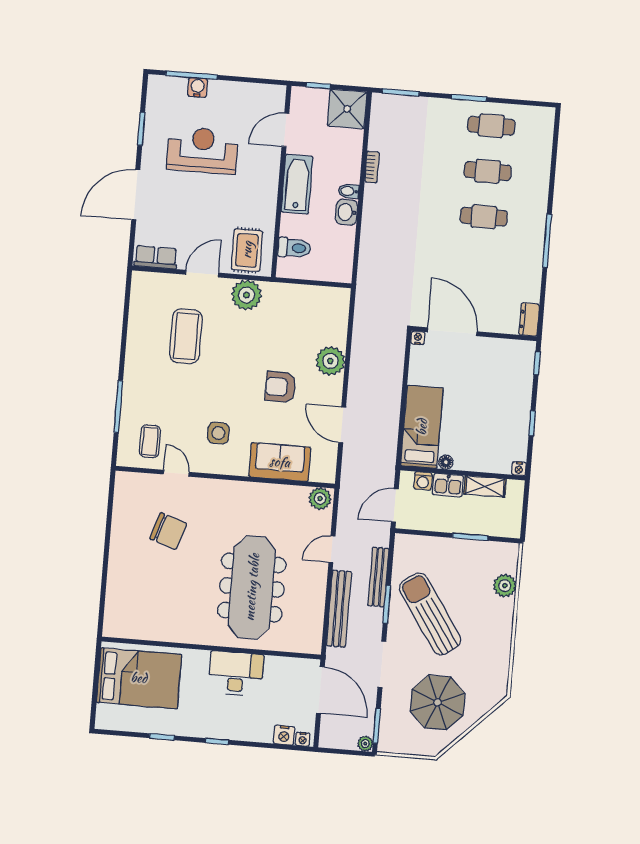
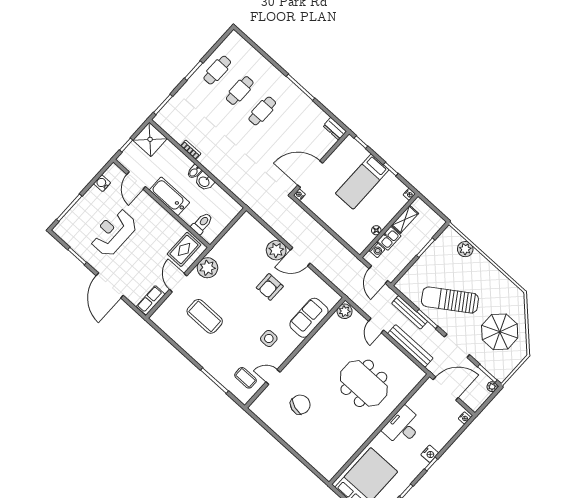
water cooler: (198, 87) -> (102, 183), moved
rug: (247, 250) -> (184, 249), turned 90
door: (342, 425) -> (300, 257), moved
bed: (422, 427) -> (362, 182), moved, turned -90
meeting table: (252, 587) -> (364, 383), width x0.73
nightstand: (284, 735) -> (430, 454), moved

